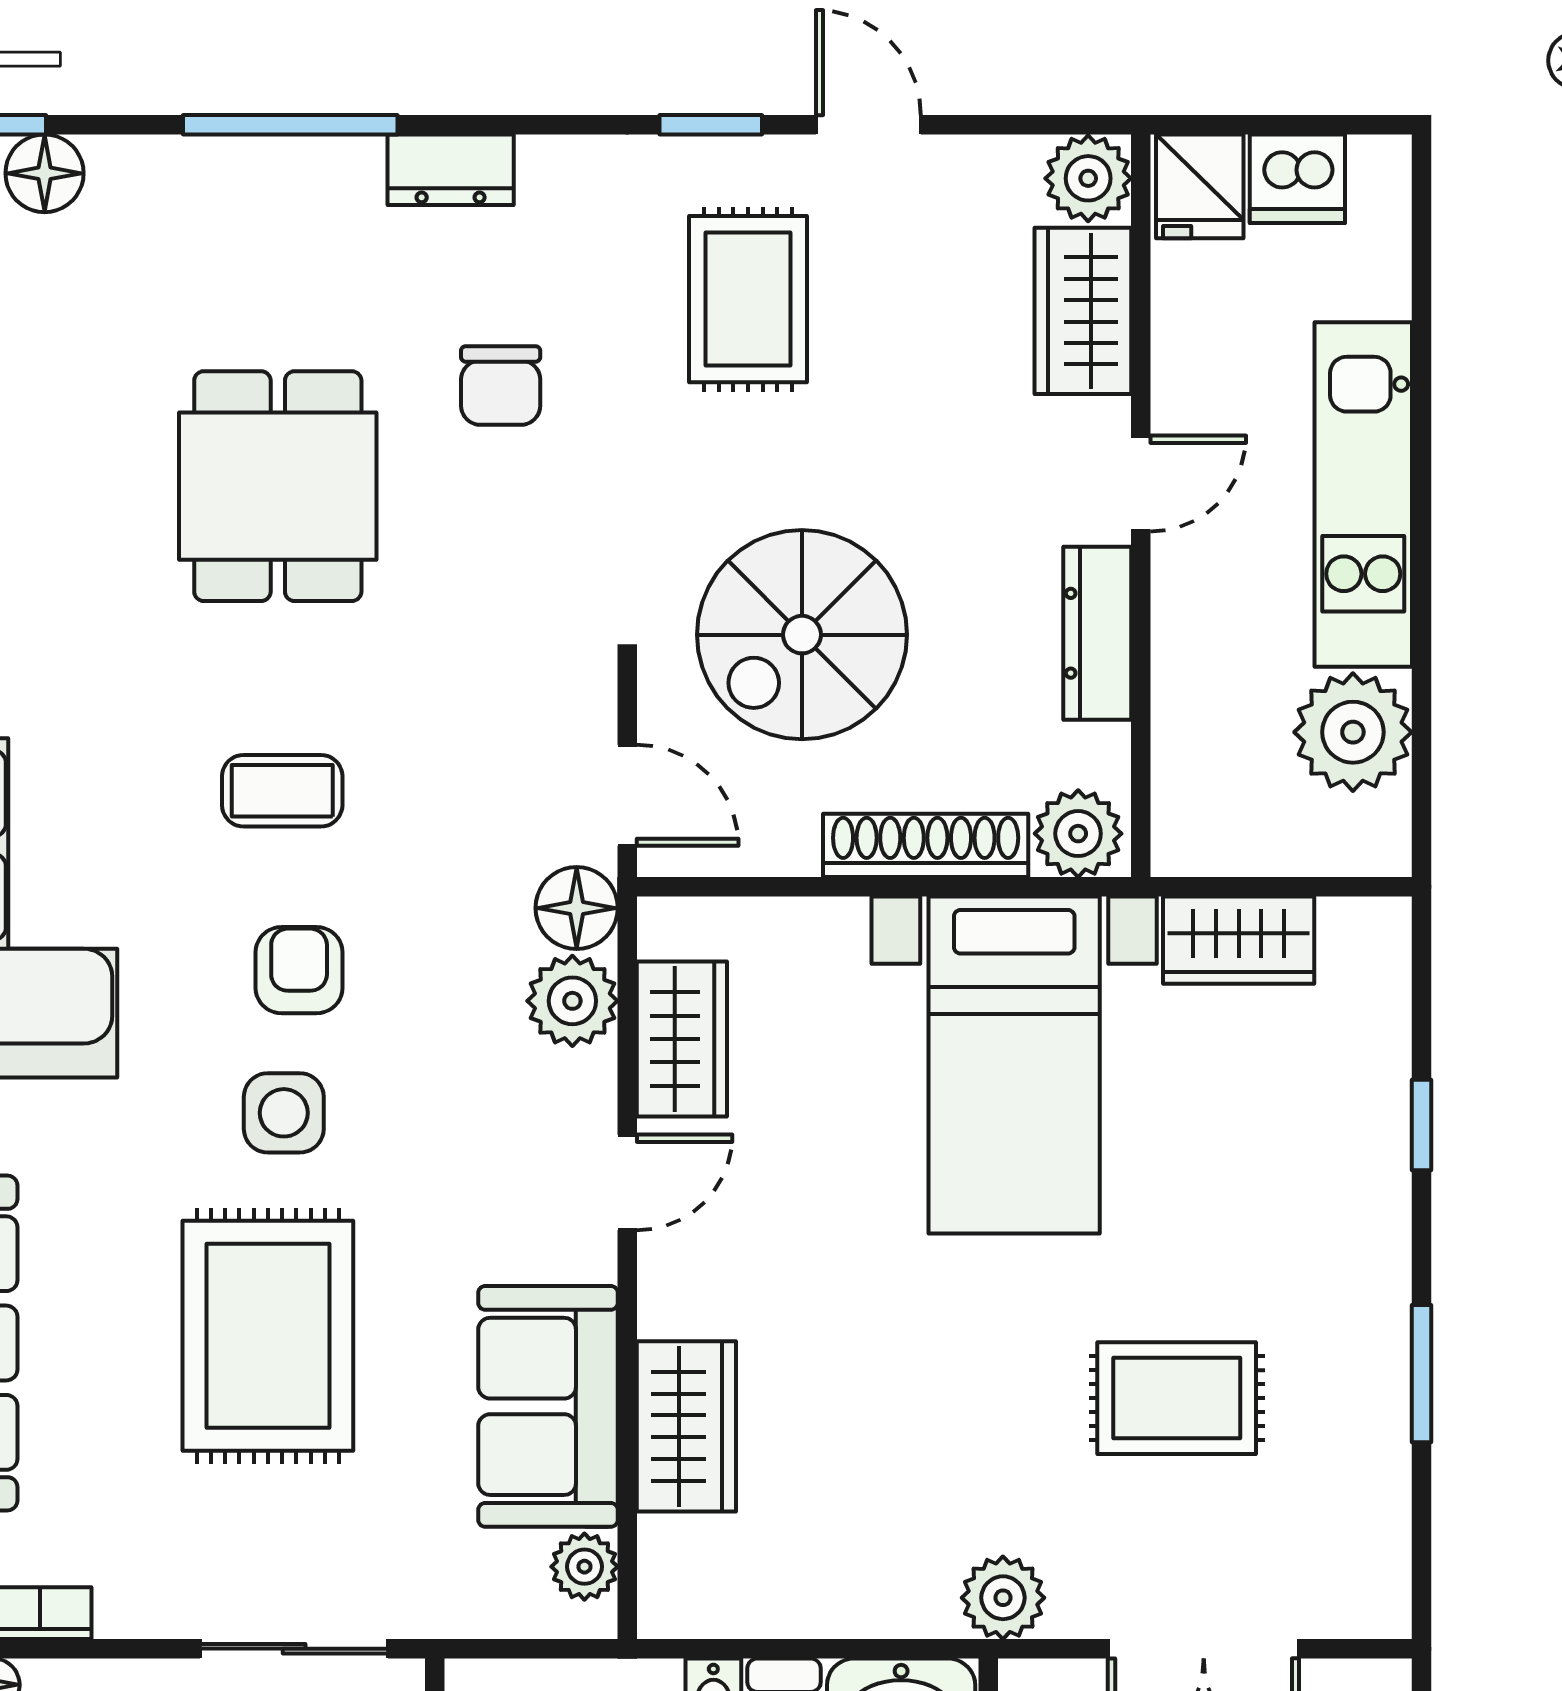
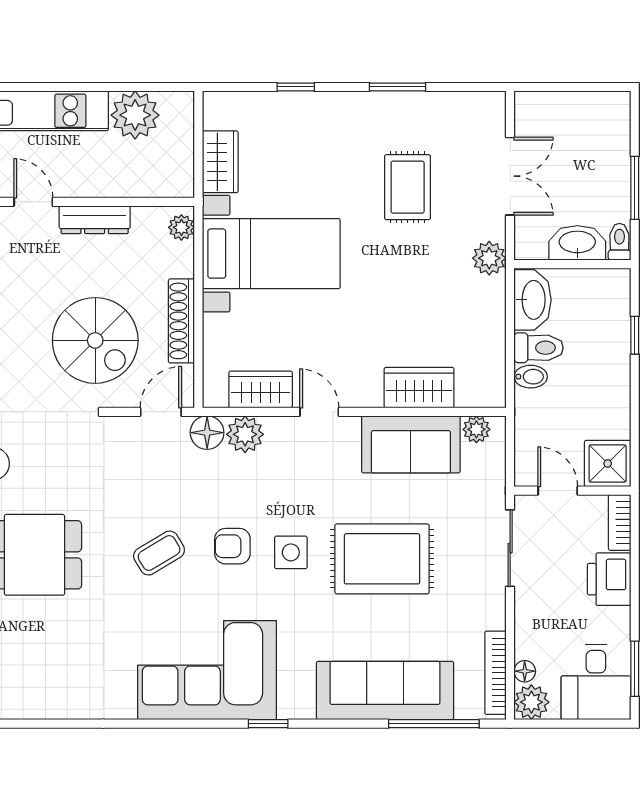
coffee table: (282, 791) -> (159, 553), turned 59
plant: (1078, 834) -> (181, 227), width x0.73, depth x0.73
shoe rack: (926, 845) -> (181, 321), moved

